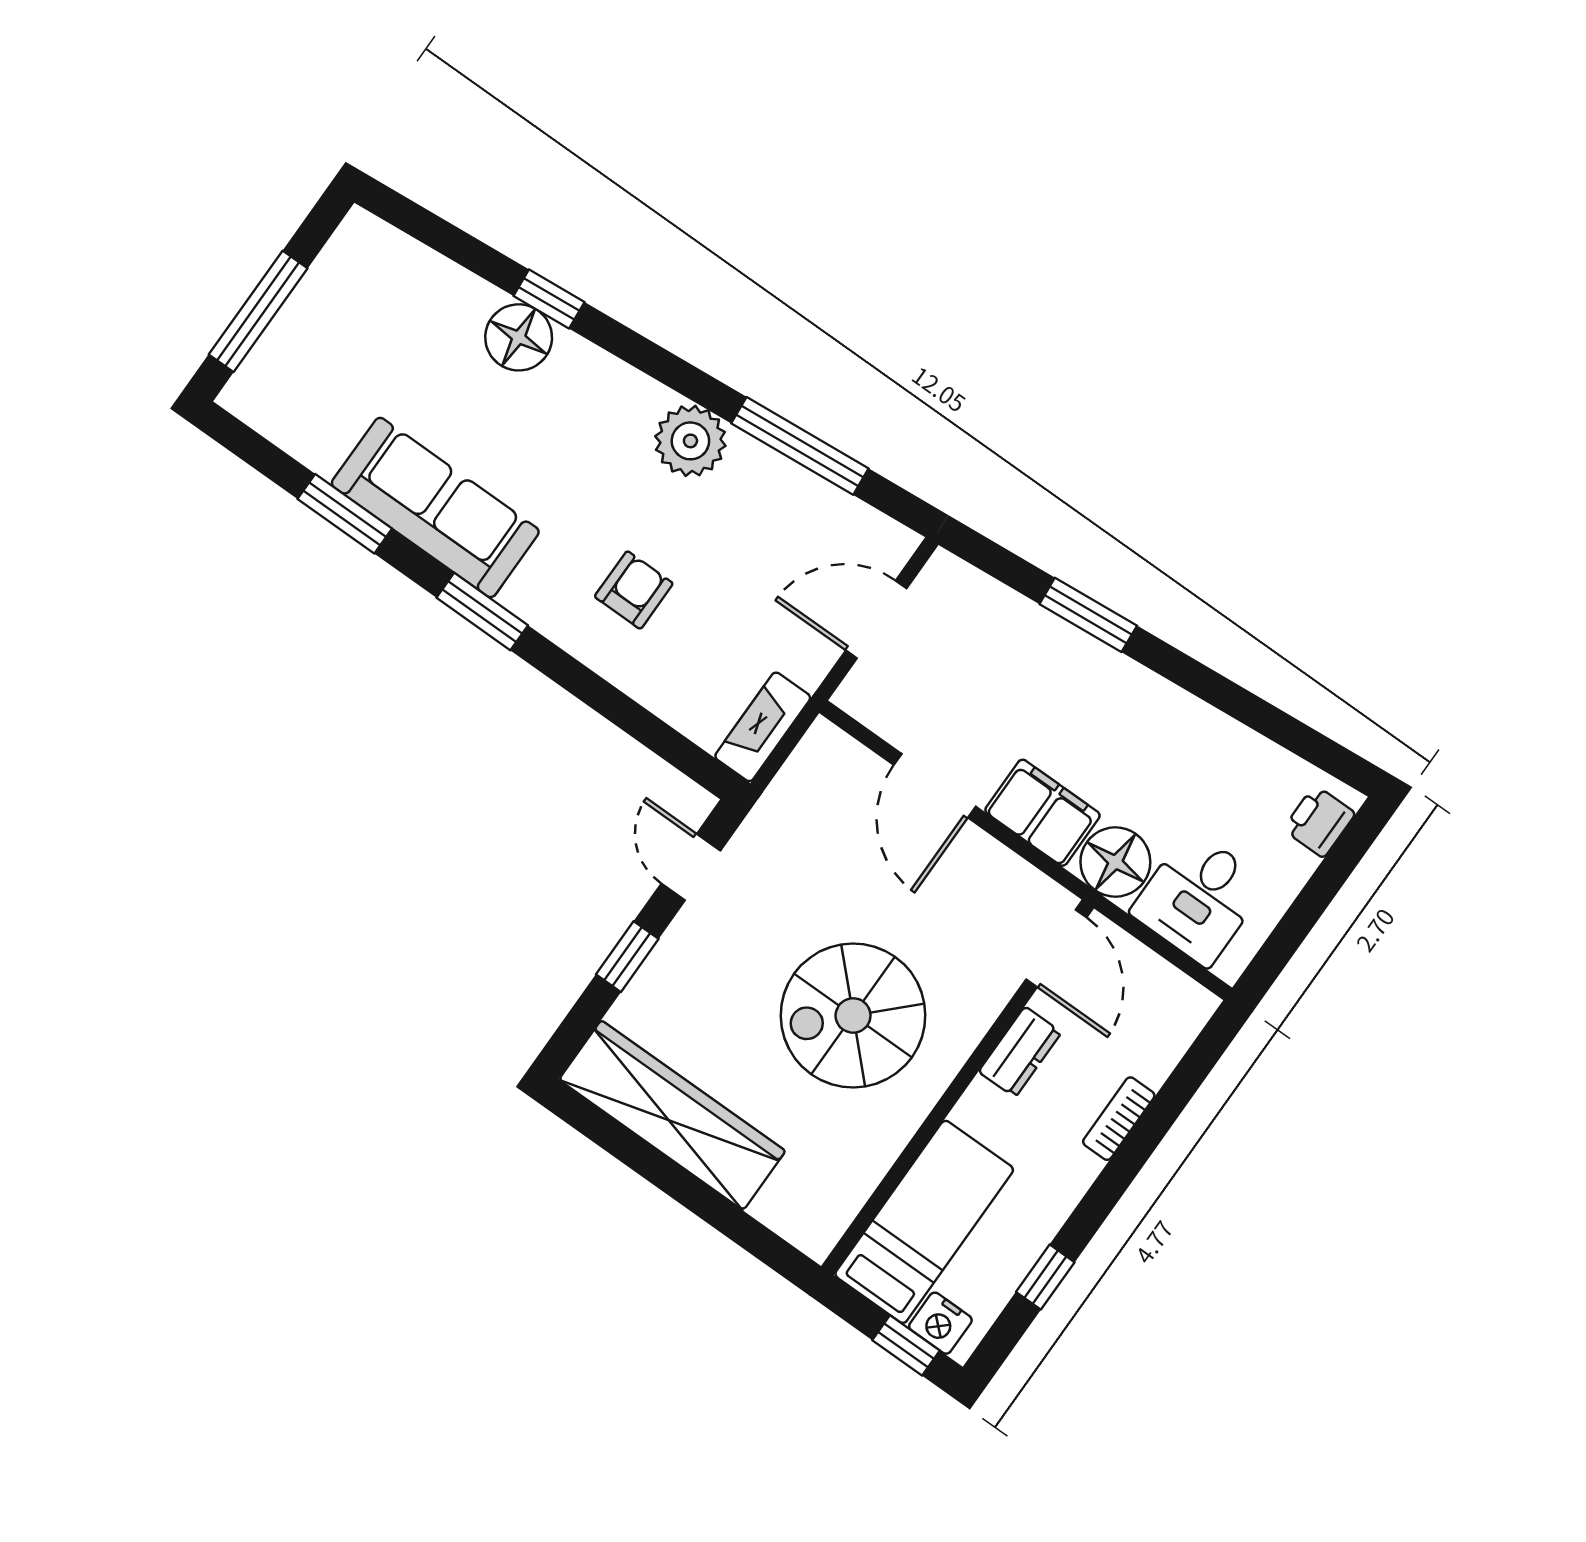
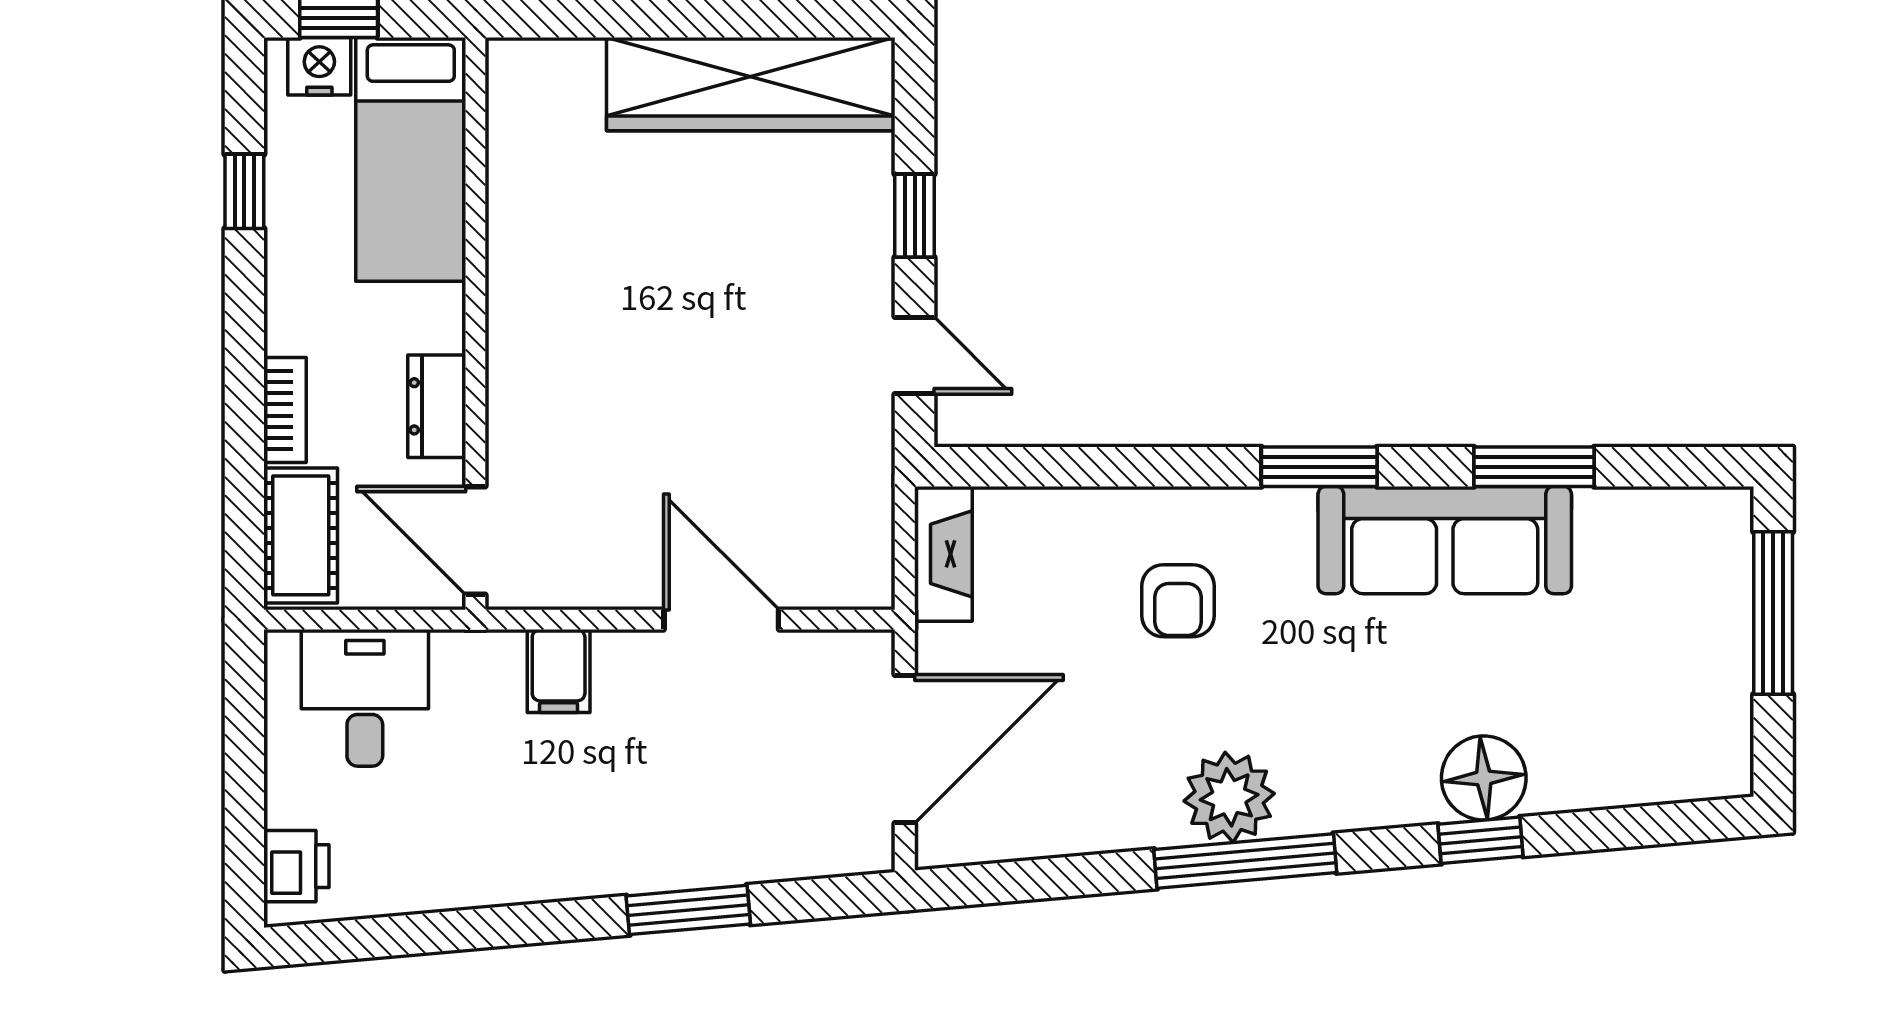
window: (800, 446) -> (1245, 861), moved
door: (876, 619) -> (905, 749), width x1.36
filing cabinet: (1042, 813) -> (559, 671), width x0.50
floor lamp: (1115, 862) -> (478, 674), removed
spiral stairs: (853, 1015) -> (637, 321), removed
cot: (1166, 1031) -> (301, 535), added

